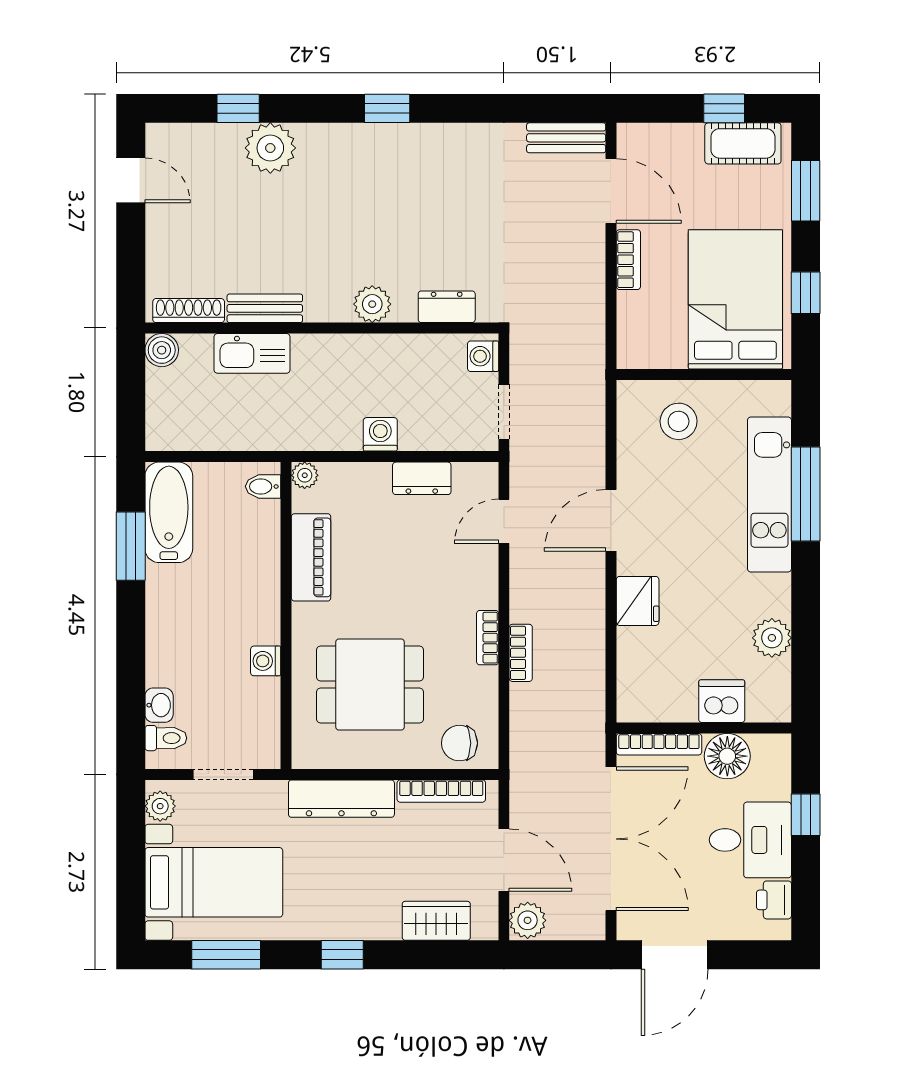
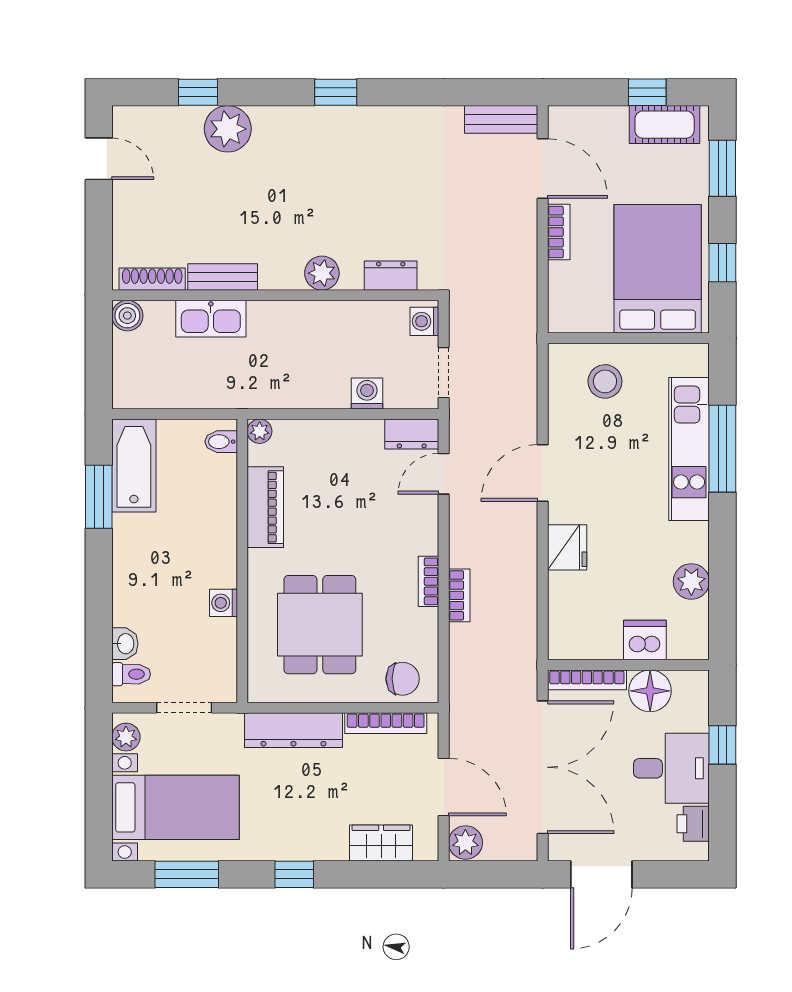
washing machine: (380, 434) -> (367, 393), moved
dresser: (422, 478) -> (412, 434), moved
dining table: (370, 685) -> (320, 625), turned 90
chair: (459, 743) -> (403, 679), turned 180

